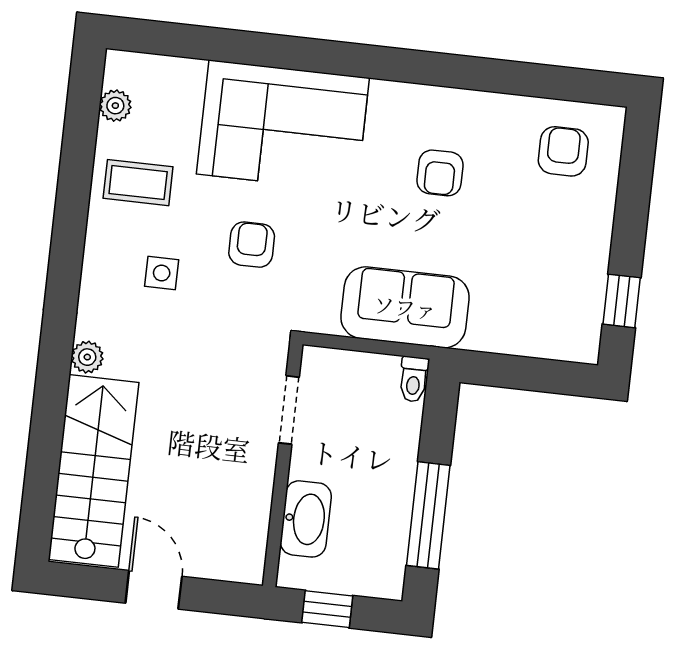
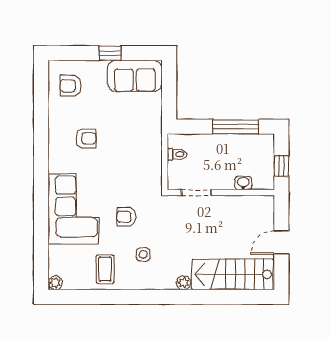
plant: (115, 106) -> (55, 283), moved
window: (622, 301) -> (110, 53), moved
sofa: (405, 307) -> (135, 76), moved, turned -90
toilet: (414, 379) -> (177, 154), moved
washbasin: (306, 519) -> (243, 183), width x0.52, depth x0.69

